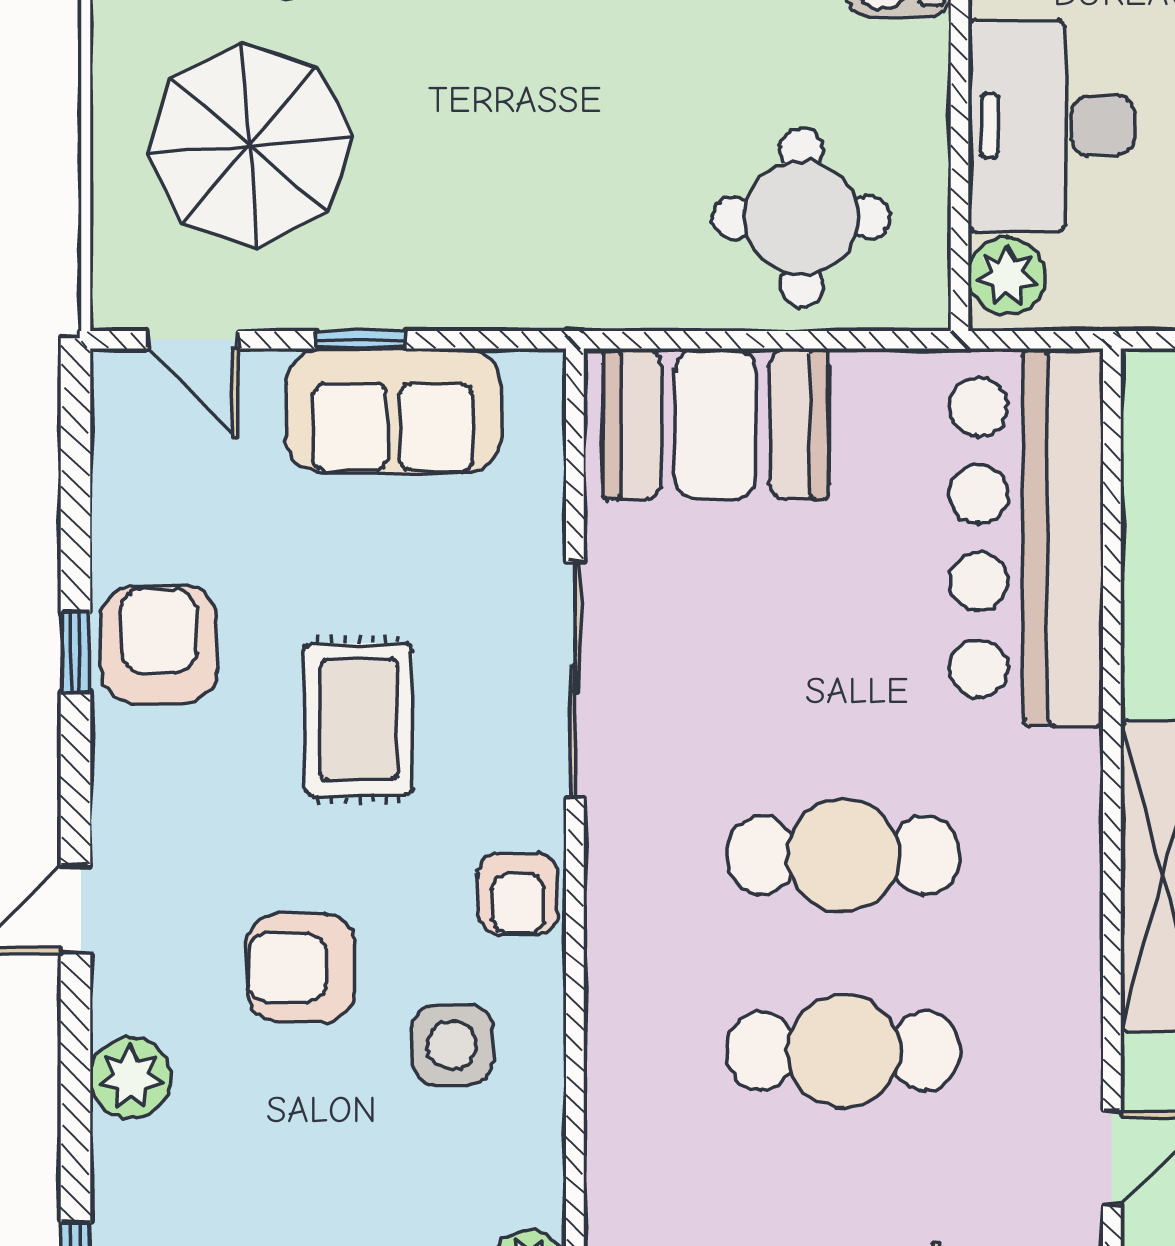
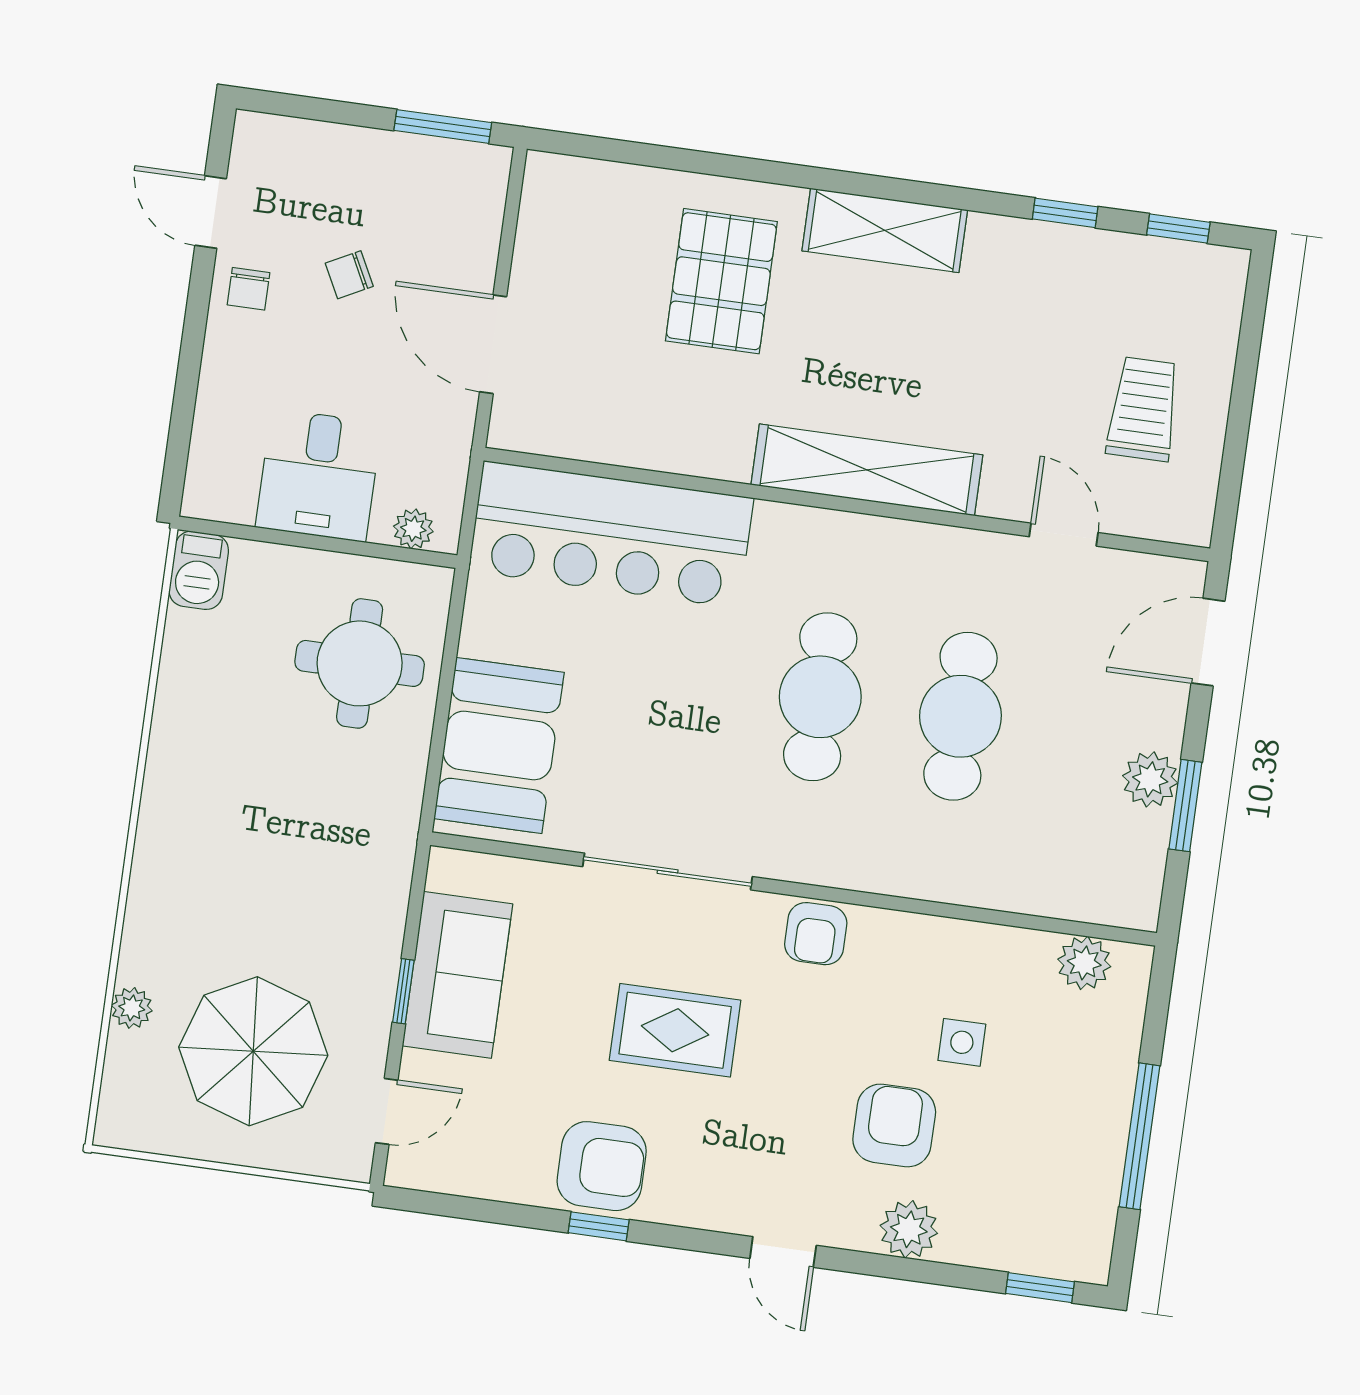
desk: (1052, 125) -> (319, 475), width x0.73
plant: (1007, 276) -> (413, 529), width x0.73, depth x0.73
armchair: (159, 645) -> (602, 1166), turned 180
armchair: (518, 894) -> (816, 934), turned 90
armchair: (301, 968) -> (894, 1125), moved, turned 180
side table: (452, 1045) -> (962, 1042), moved, width x0.73, depth x0.73

